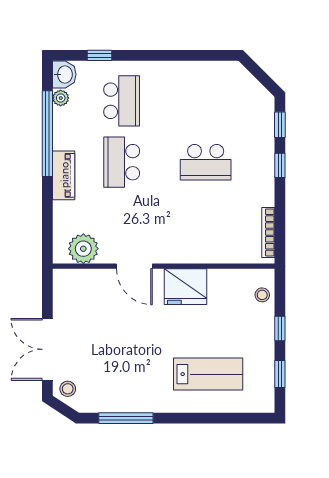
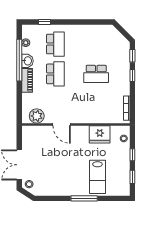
washbasin: (64, 74) -> (27, 61), moved
school desk: (122, 162) -> (55, 74), turned 180
fridge: (185, 287) -> (100, 134), moved
lab bench: (208, 374) -> (97, 177), turned 90
window: (126, 418) -> (84, 198), moved

